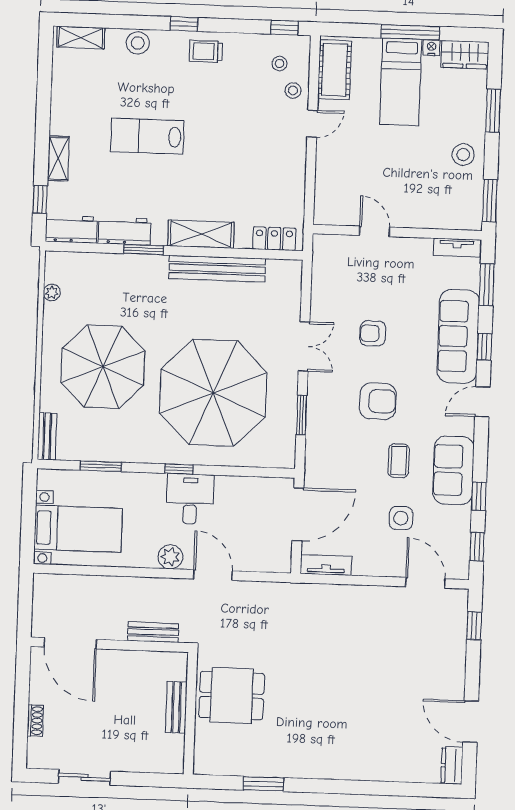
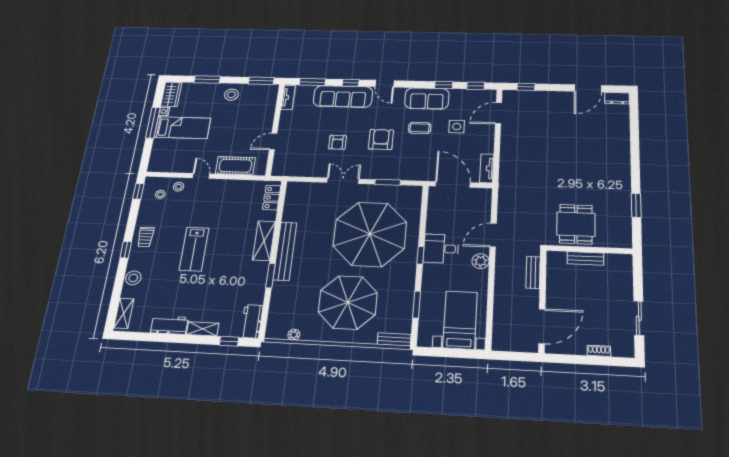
cot: (334, 70) -> (235, 166), moved
lab bench: (147, 136) -> (194, 249), moved
workbench: (125, 231) -> (169, 325), moved, turned 90
bench: (217, 269) -> (285, 251), moved

